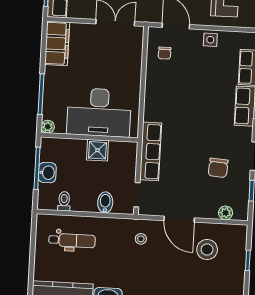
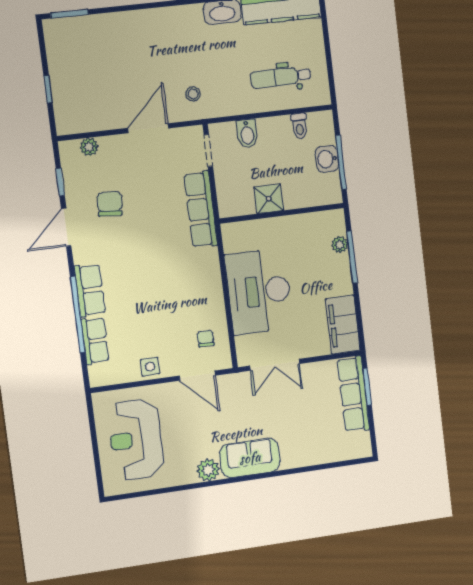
desk: (99, 112) -> (259, 291), moved, turned -90
plant: (48, 127) -> (340, 245), moved
door: (179, 219) -> (148, 128), hinge flipped
stool: (207, 250) -> (104, 95), removed

